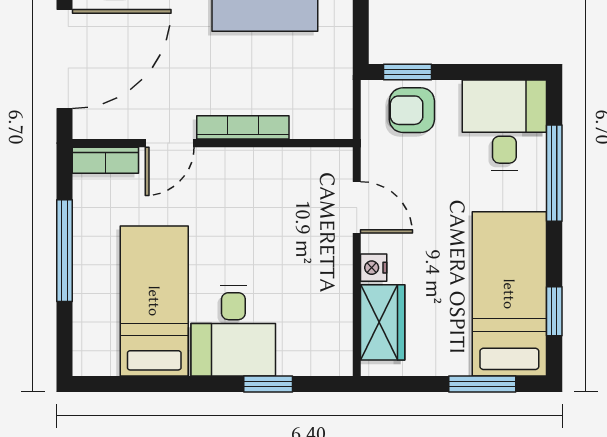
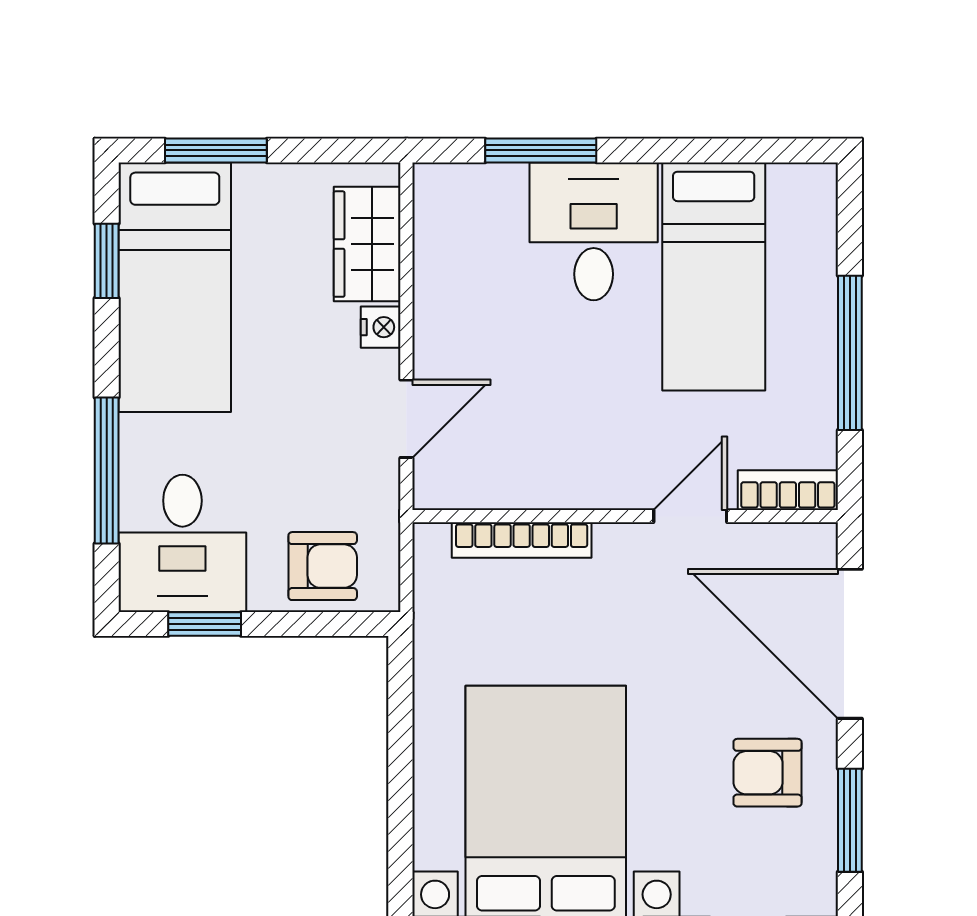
door: (64, 59) -> (850, 644), hinge flipped
window: (408, 72) -> (205, 624), moved
bookcase: (243, 127) -> (522, 540), moved
door: (357, 207) -> (406, 419), swing flipped
window: (268, 384) -> (541, 150), width x1.50

